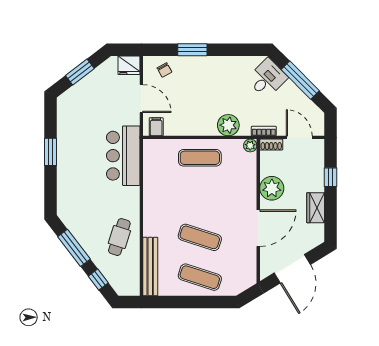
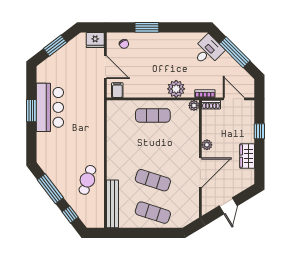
bar counter: (123, 156) -> (50, 107), moved, turned 180
plant: (272, 188) -> (207, 145), width x0.53, depth x0.53
door: (292, 269) -> (228, 206), width x0.53

